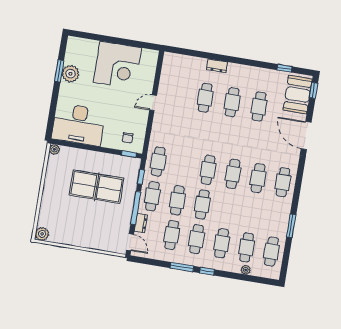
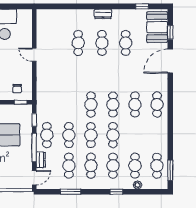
dresser: (217, 66) -> (103, 14), moved
window: (314, 90) -> (170, 32), moved
door: (153, 103) -> (34, 55), hinge flipped
door: (306, 136) -> (170, 61), hinge flipped
cafe table: (158, 162) -> (113, 135), moved
window: (291, 226) -> (170, 170), moved
door: (130, 242) -> (34, 178), hinge flipped
window: (182, 267) -> (71, 192), moved
window: (207, 271) -> (116, 192), moved

